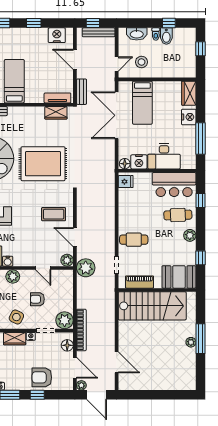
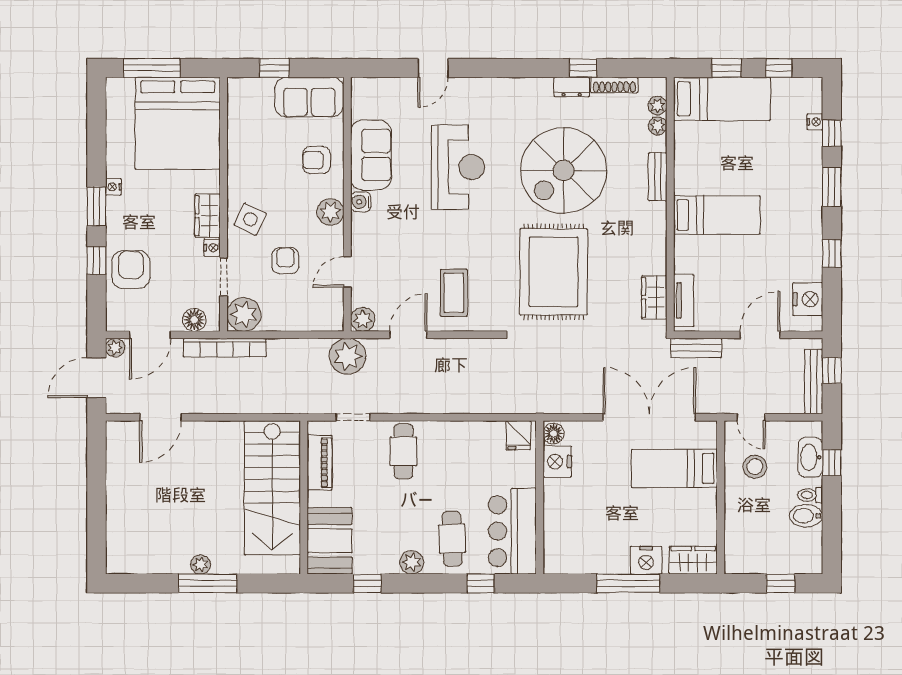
window: (169, 23) -> (832, 463), moved
window: (200, 139) -> (628, 583), moved
desk: (164, 156) -> (568, 511), removed

